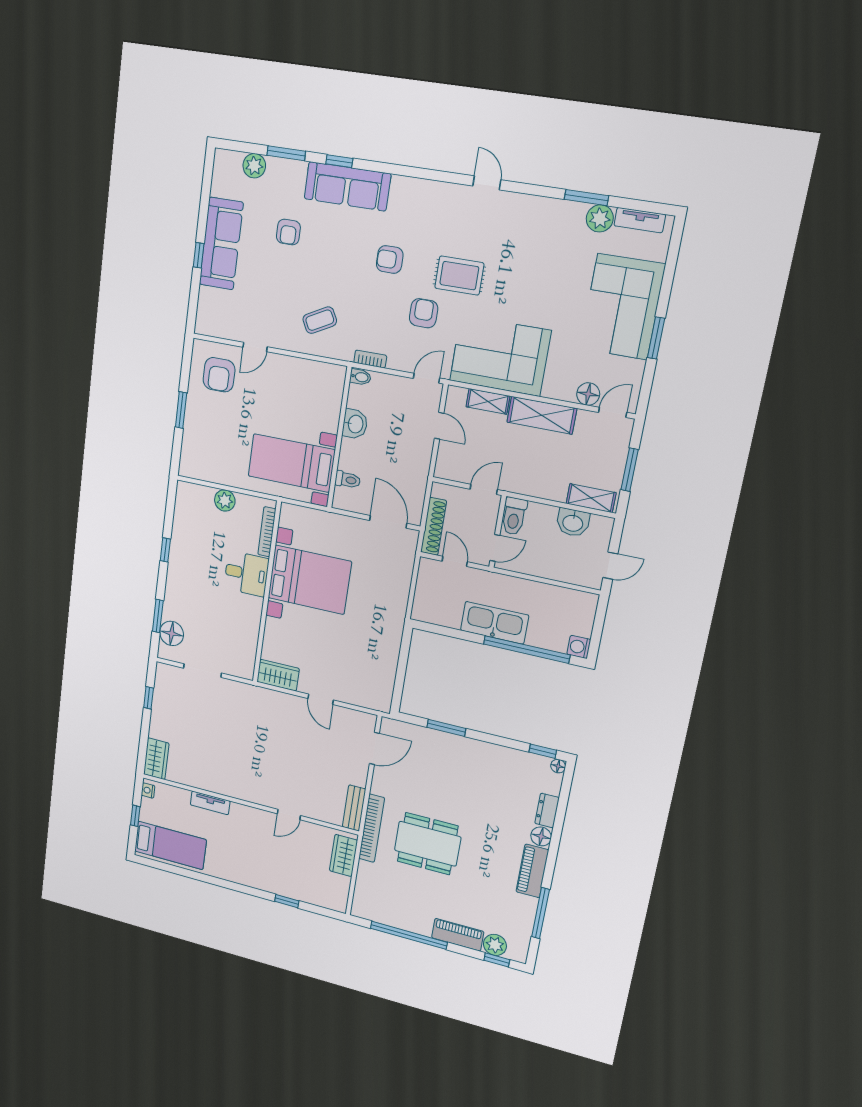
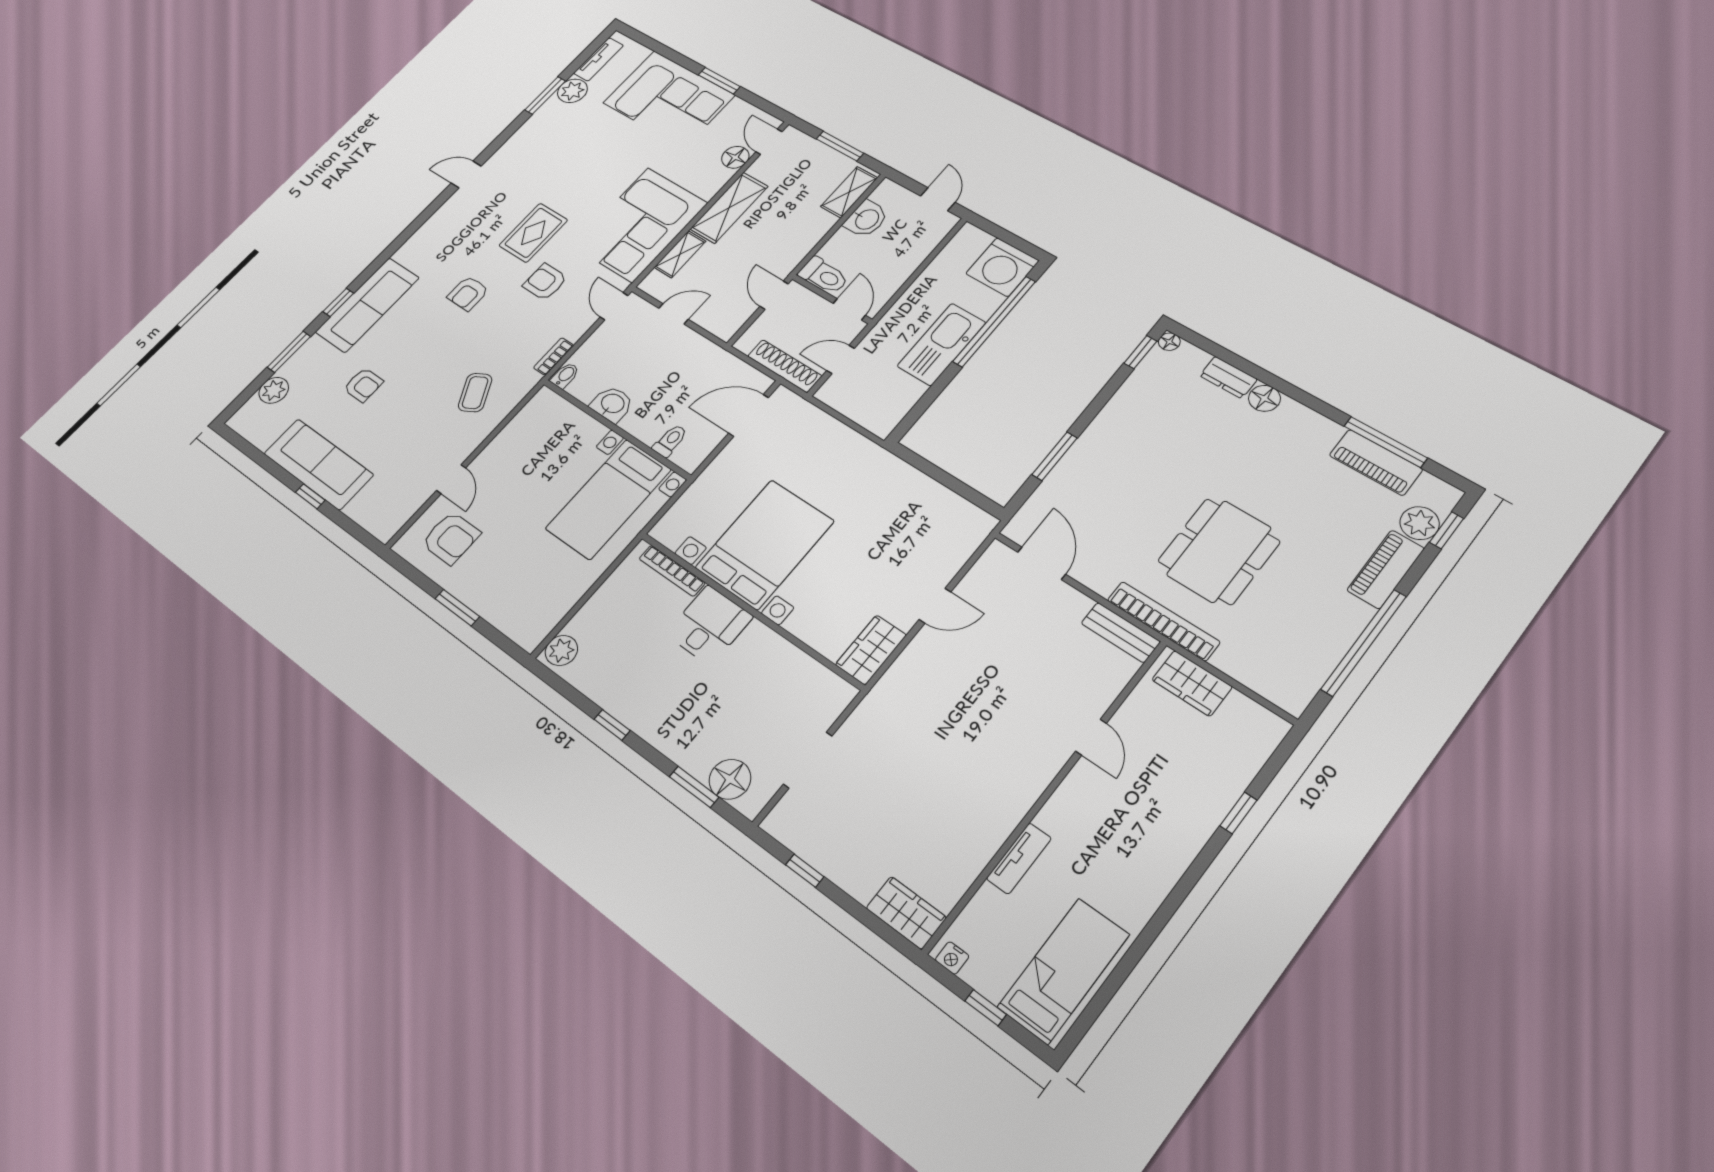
plant: (225, 501) -> (561, 650), moved
washing machine: (579, 647) -> (1002, 267), width x1.89, depth x1.89
piano: (532, 871) -> (1376, 462), moved

